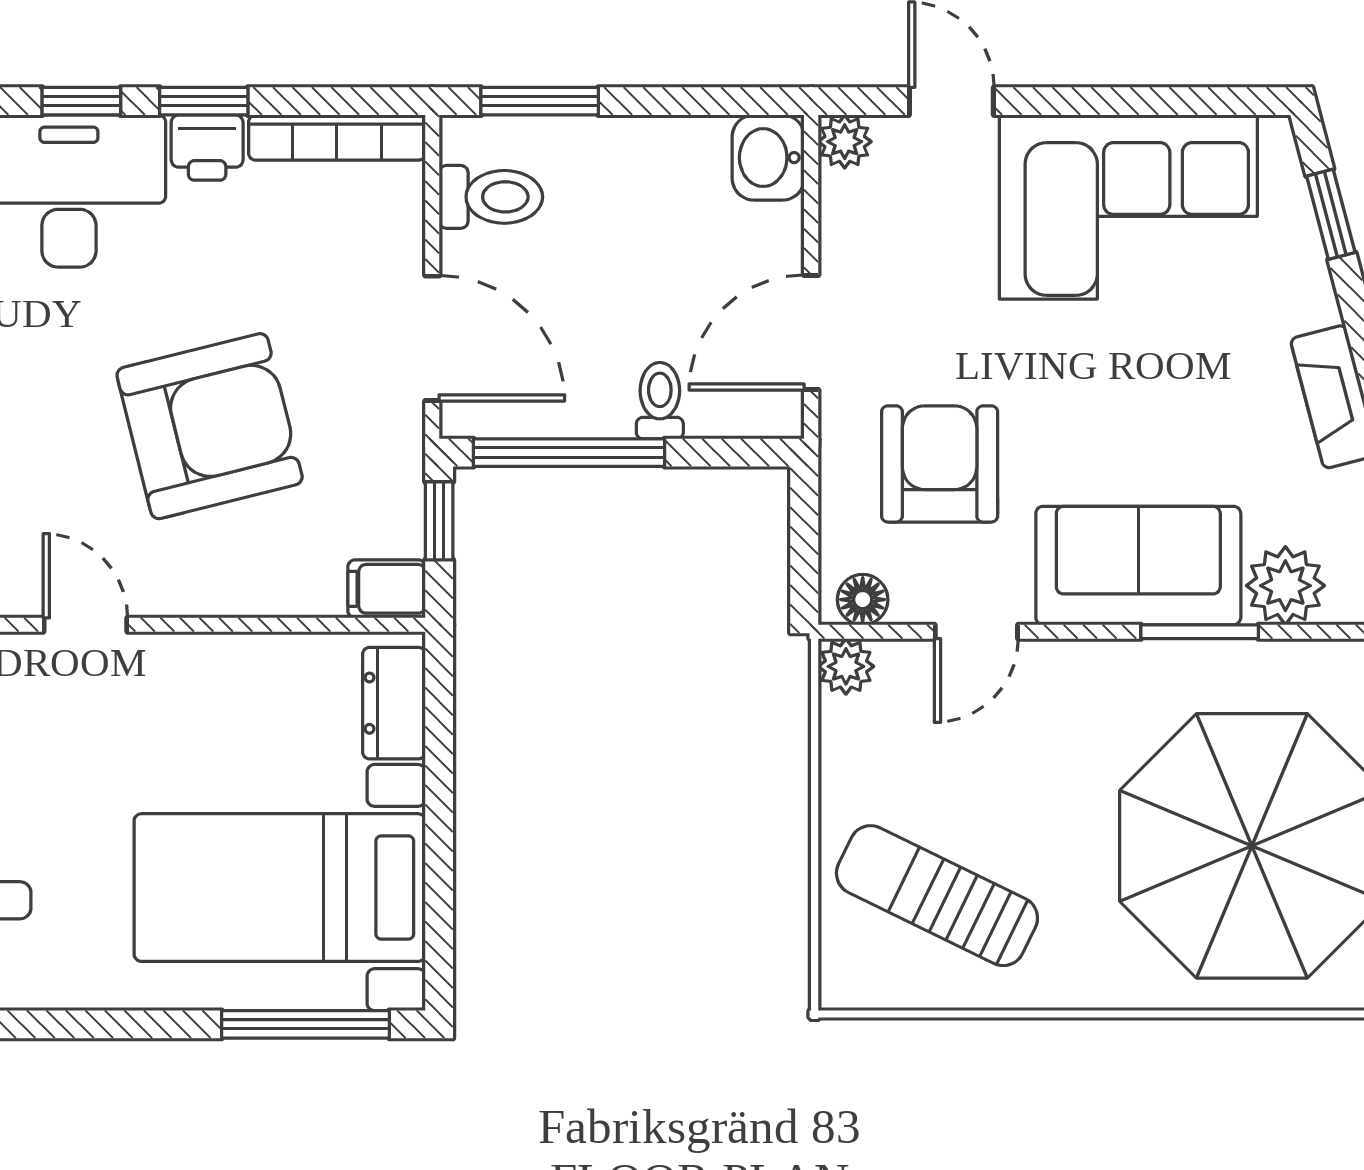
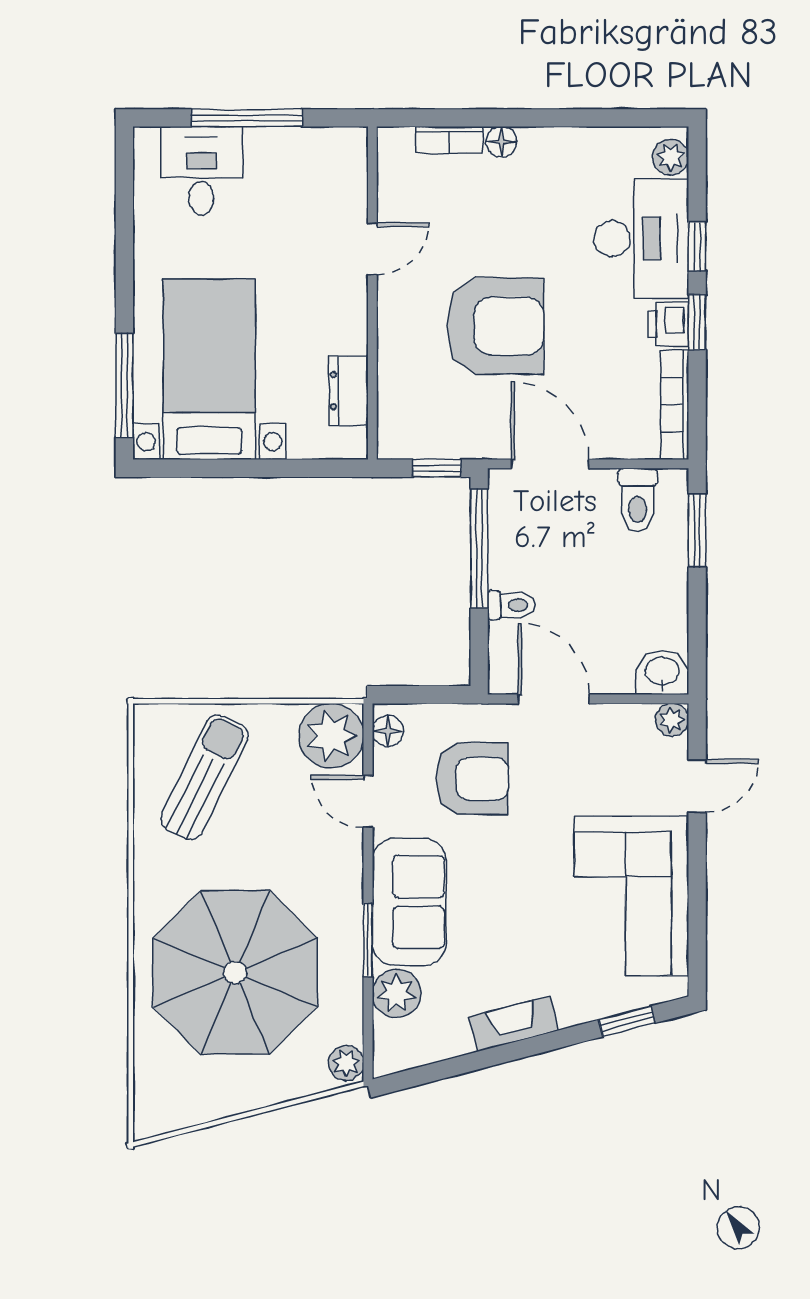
door: (432, 338) -> (550, 464), swing flipped
armchair: (210, 426) -> (495, 326), turned -76
filing cabinet: (387, 589) -> (395, 436), removed
plant: (846, 666) -> (331, 736), width x1.88, depth x1.88
dresser: (394, 703) -> (349, 391), moved, turned -90

